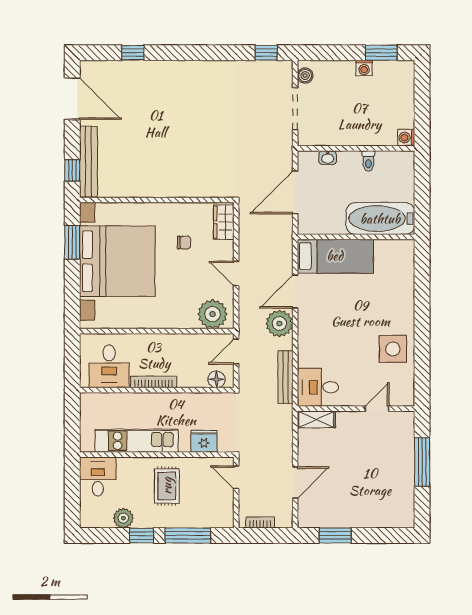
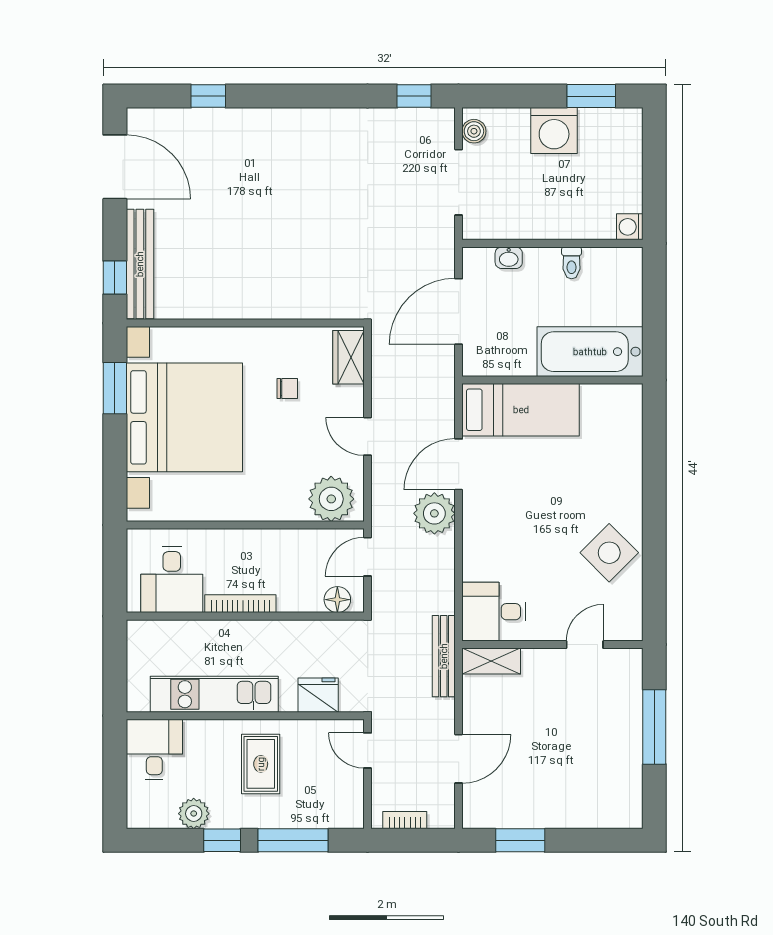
washing machine: (364, 68) -> (554, 130), width x1.89, depth x1.89
side table: (393, 349) -> (609, 553), turned 45
bench: (285, 377) -> (444, 656), moved

